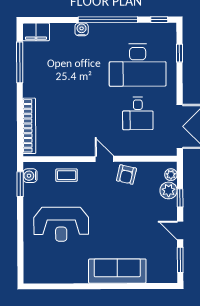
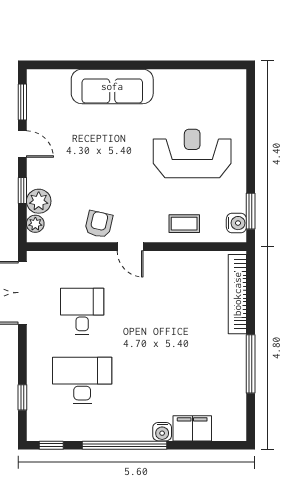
filing cabinet: (36, 32) -> (192, 428), moved
window: (20, 62) -> (251, 364), moved
desk: (138, 65) -> (82, 380), width x0.73, depth x0.77

